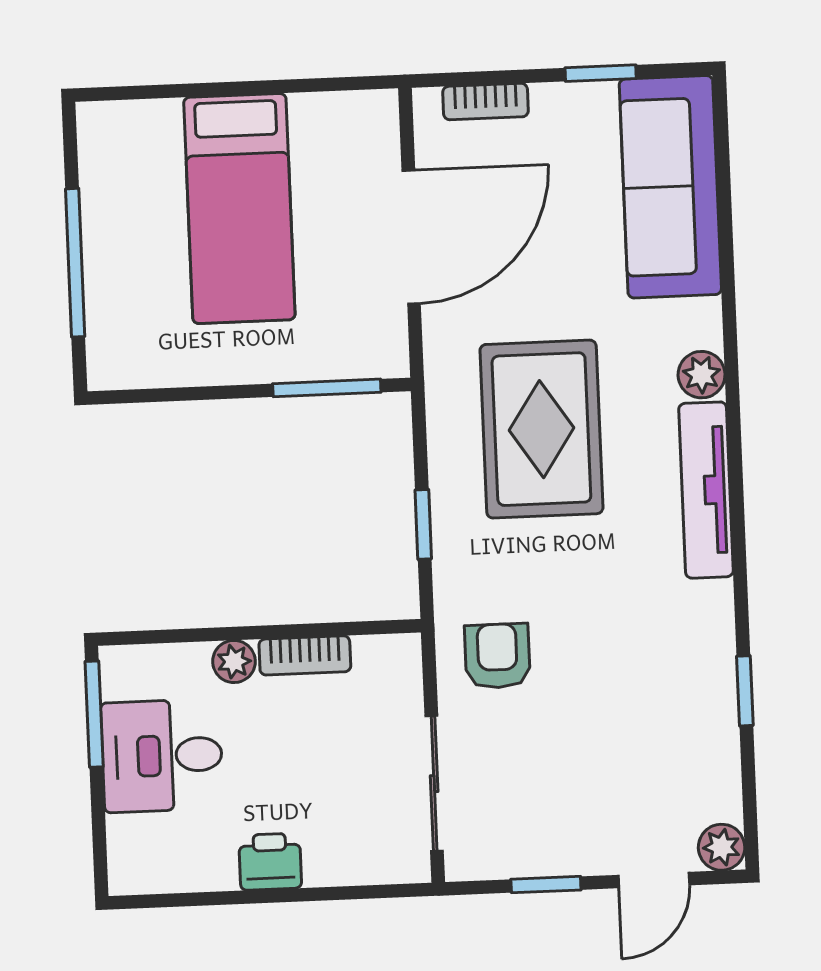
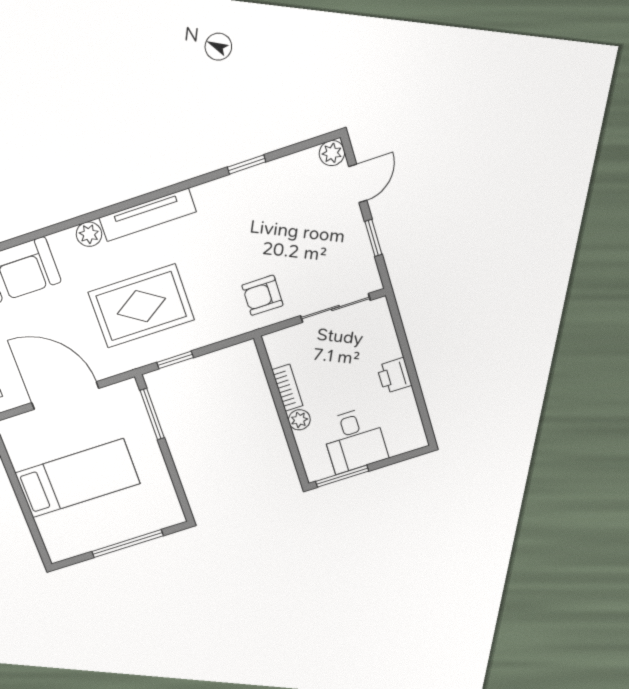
window: (423, 524) -> (175, 360), moved
door: (654, 880) -> (358, 184), hinge flipped

